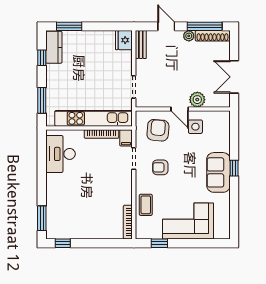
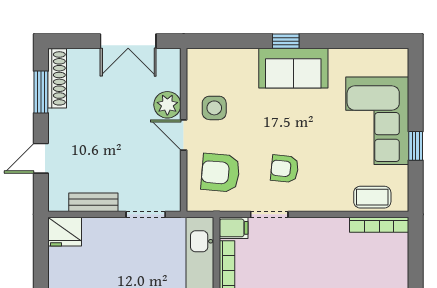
window: (205, 26) -> (41, 92), width x0.69
plant: (189, 36) -> (57, 119), removed
bench: (141, 45) -> (93, 202), moved
door: (180, 109) -> (184, 135), swing flipped
armchair: (160, 167) -> (285, 169), turned 96
coffee table: (146, 205) -> (372, 197), moved
window: (159, 243) -> (416, 146), moved

